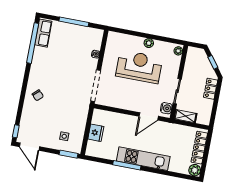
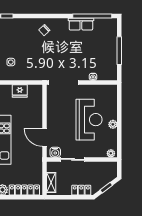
row of seats: (43, 33) -> (81, 24), moved
shelving: (186, 116) -> (51, 183), moved

